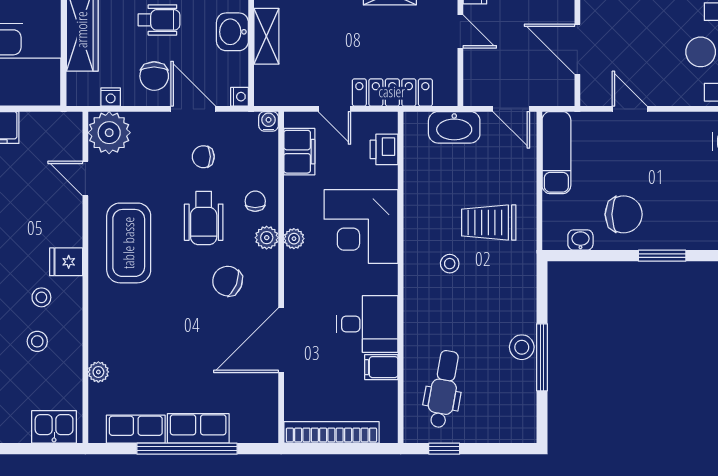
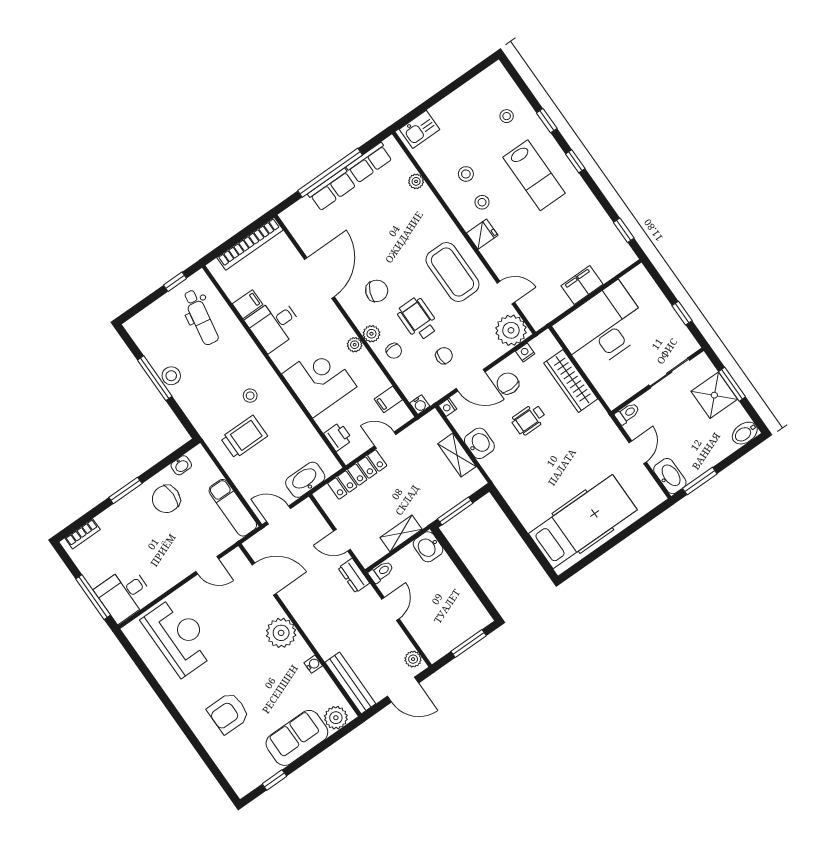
filing cabinet: (299, 152) -> (388, 399), width x0.50

